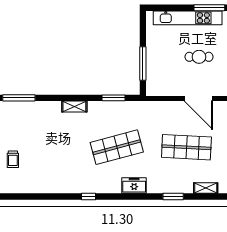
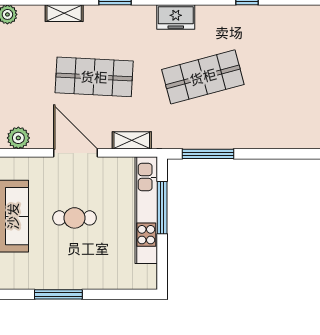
kitchen unit: (188, 18) -> (146, 210), moved, turned -90
window: (114, 98) -> (208, 154), width x1.44
shelving: (74, 107) -> (132, 140), moved

